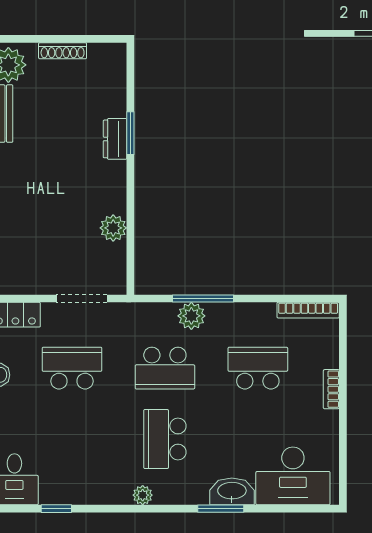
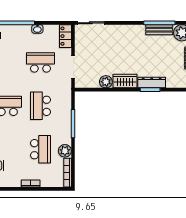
dresser: (115, 139) -> (152, 83), width x1.44
wardrobe: (112, 187) -> (125, 81), added
plant: (191, 316) -> (65, 151), moved
school desk: (72, 368) -> (41, 62), turned -90

